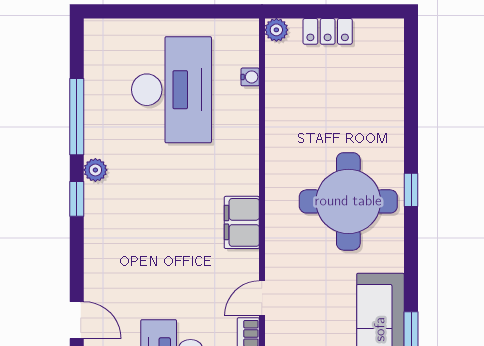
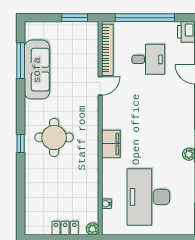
round table: (348, 201) -> (54, 137), width x0.73, depth x0.73
filing cabinet: (242, 222) -> (111, 144), moved

